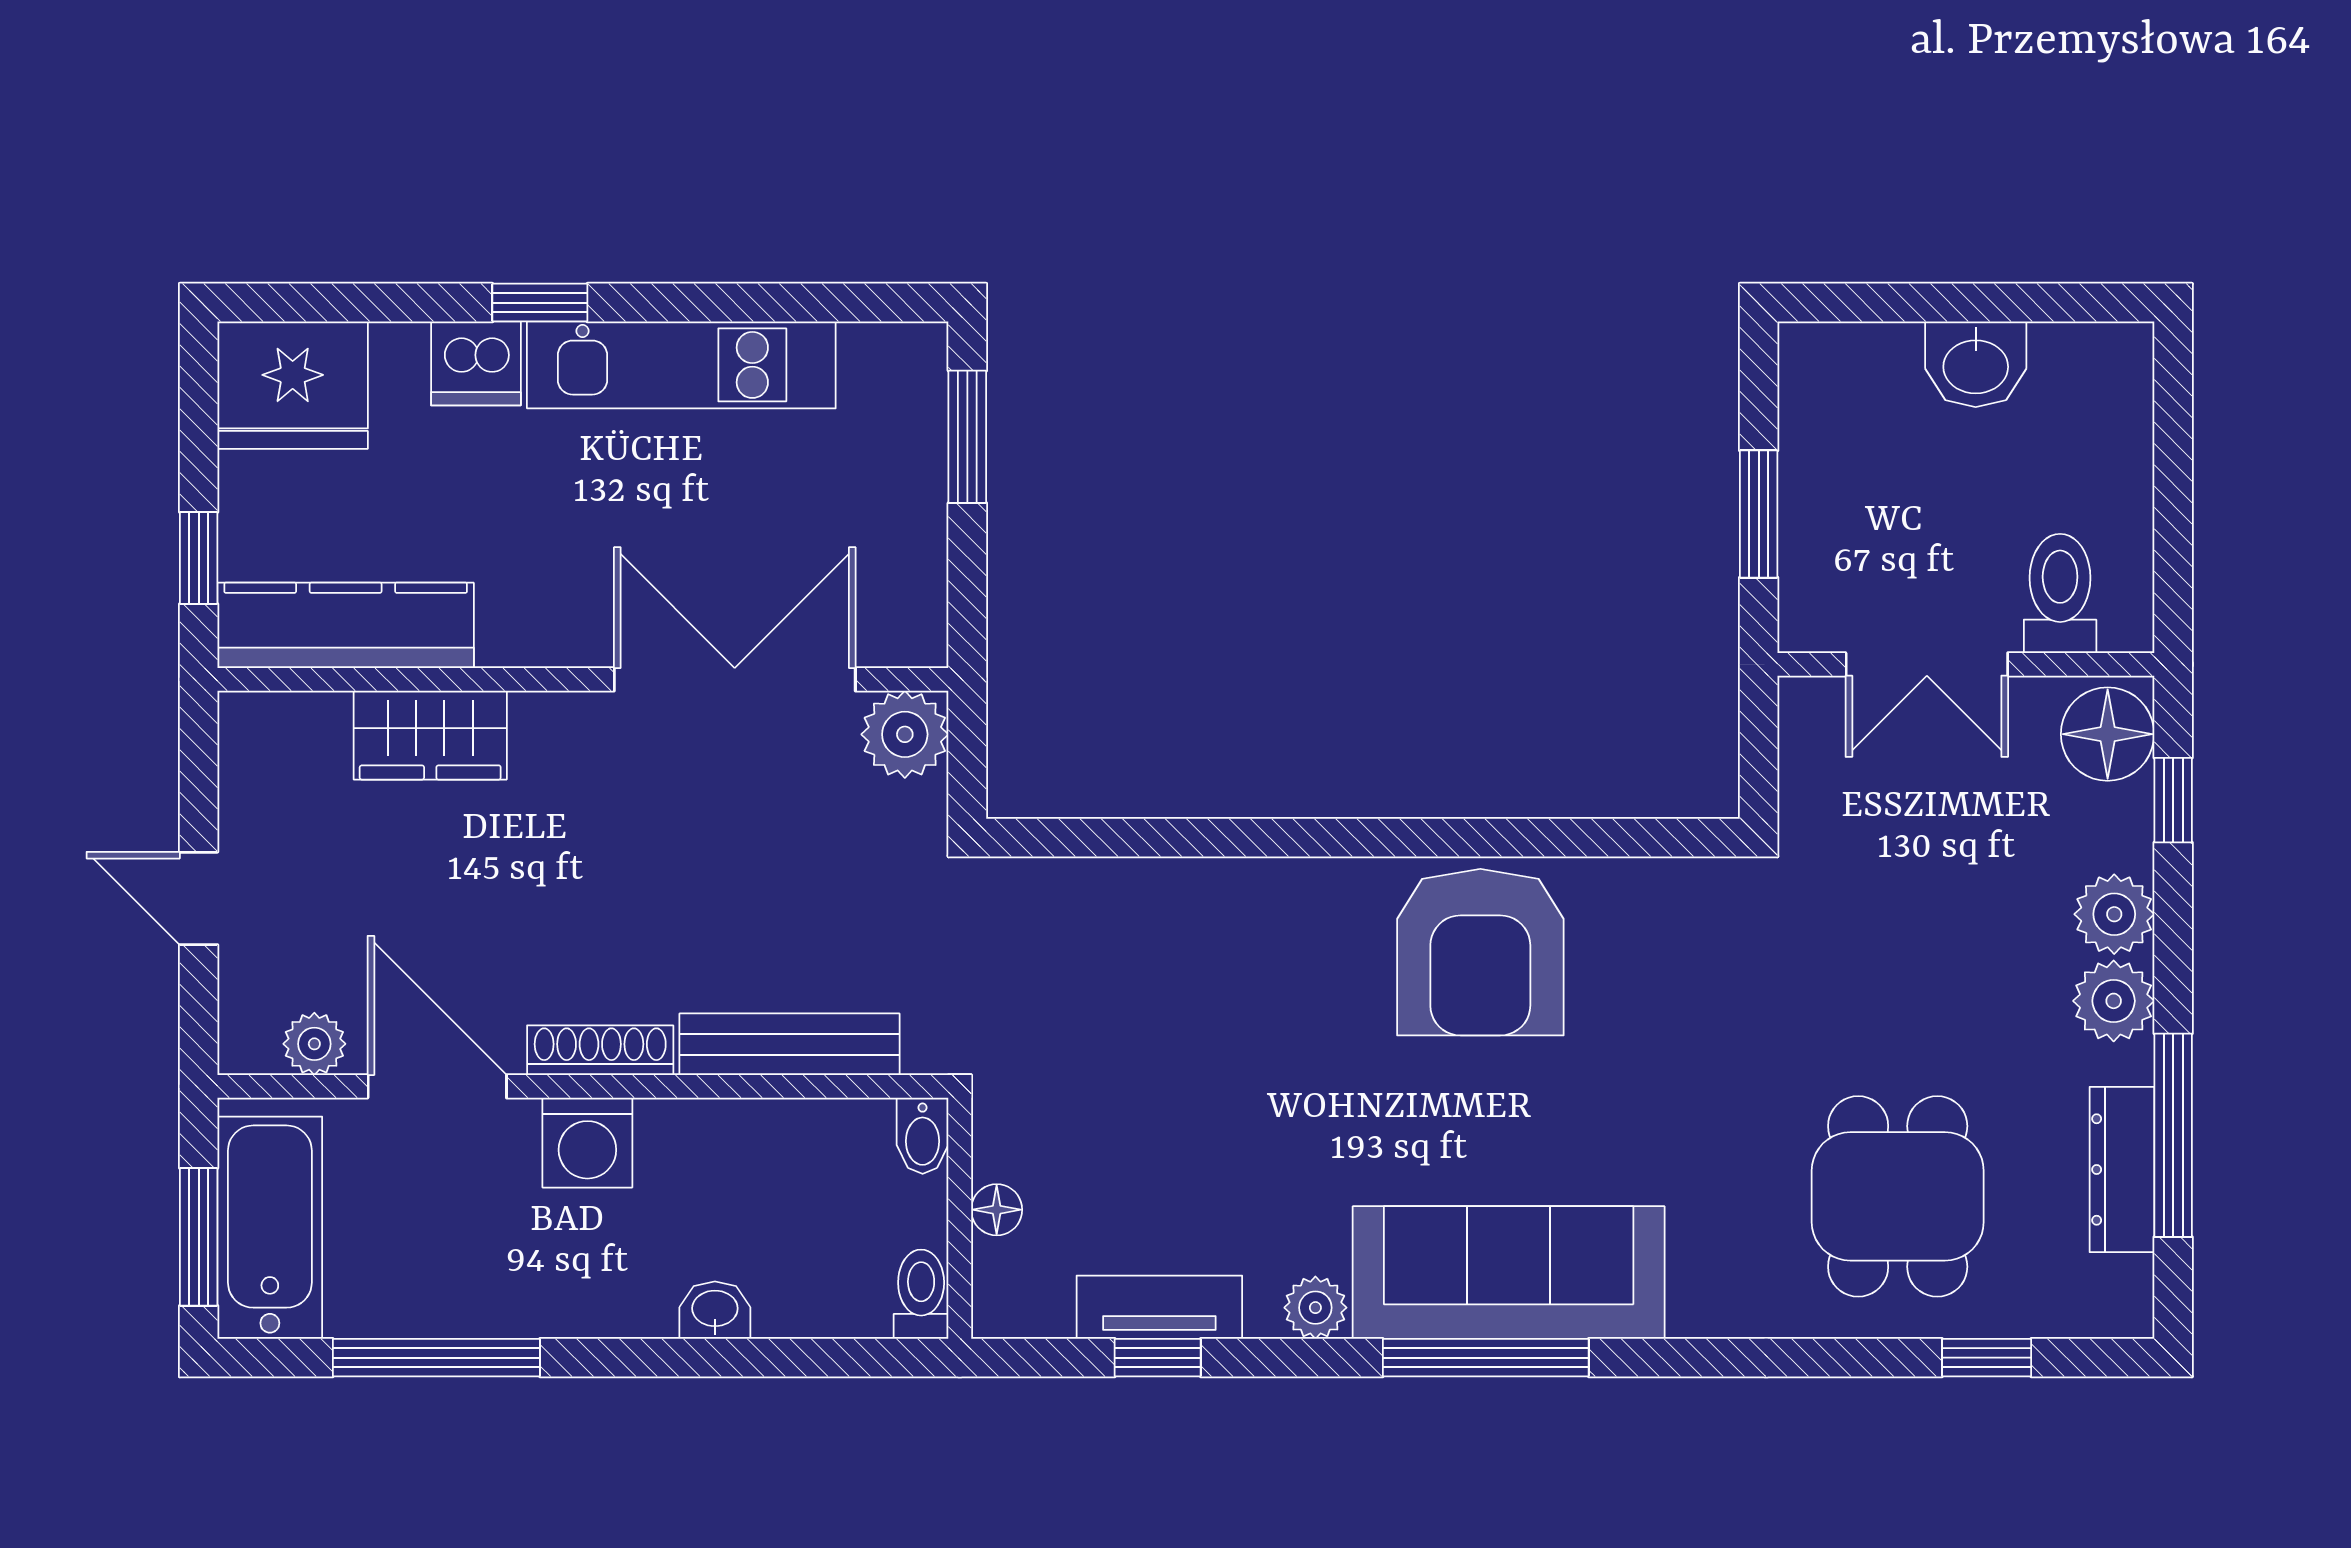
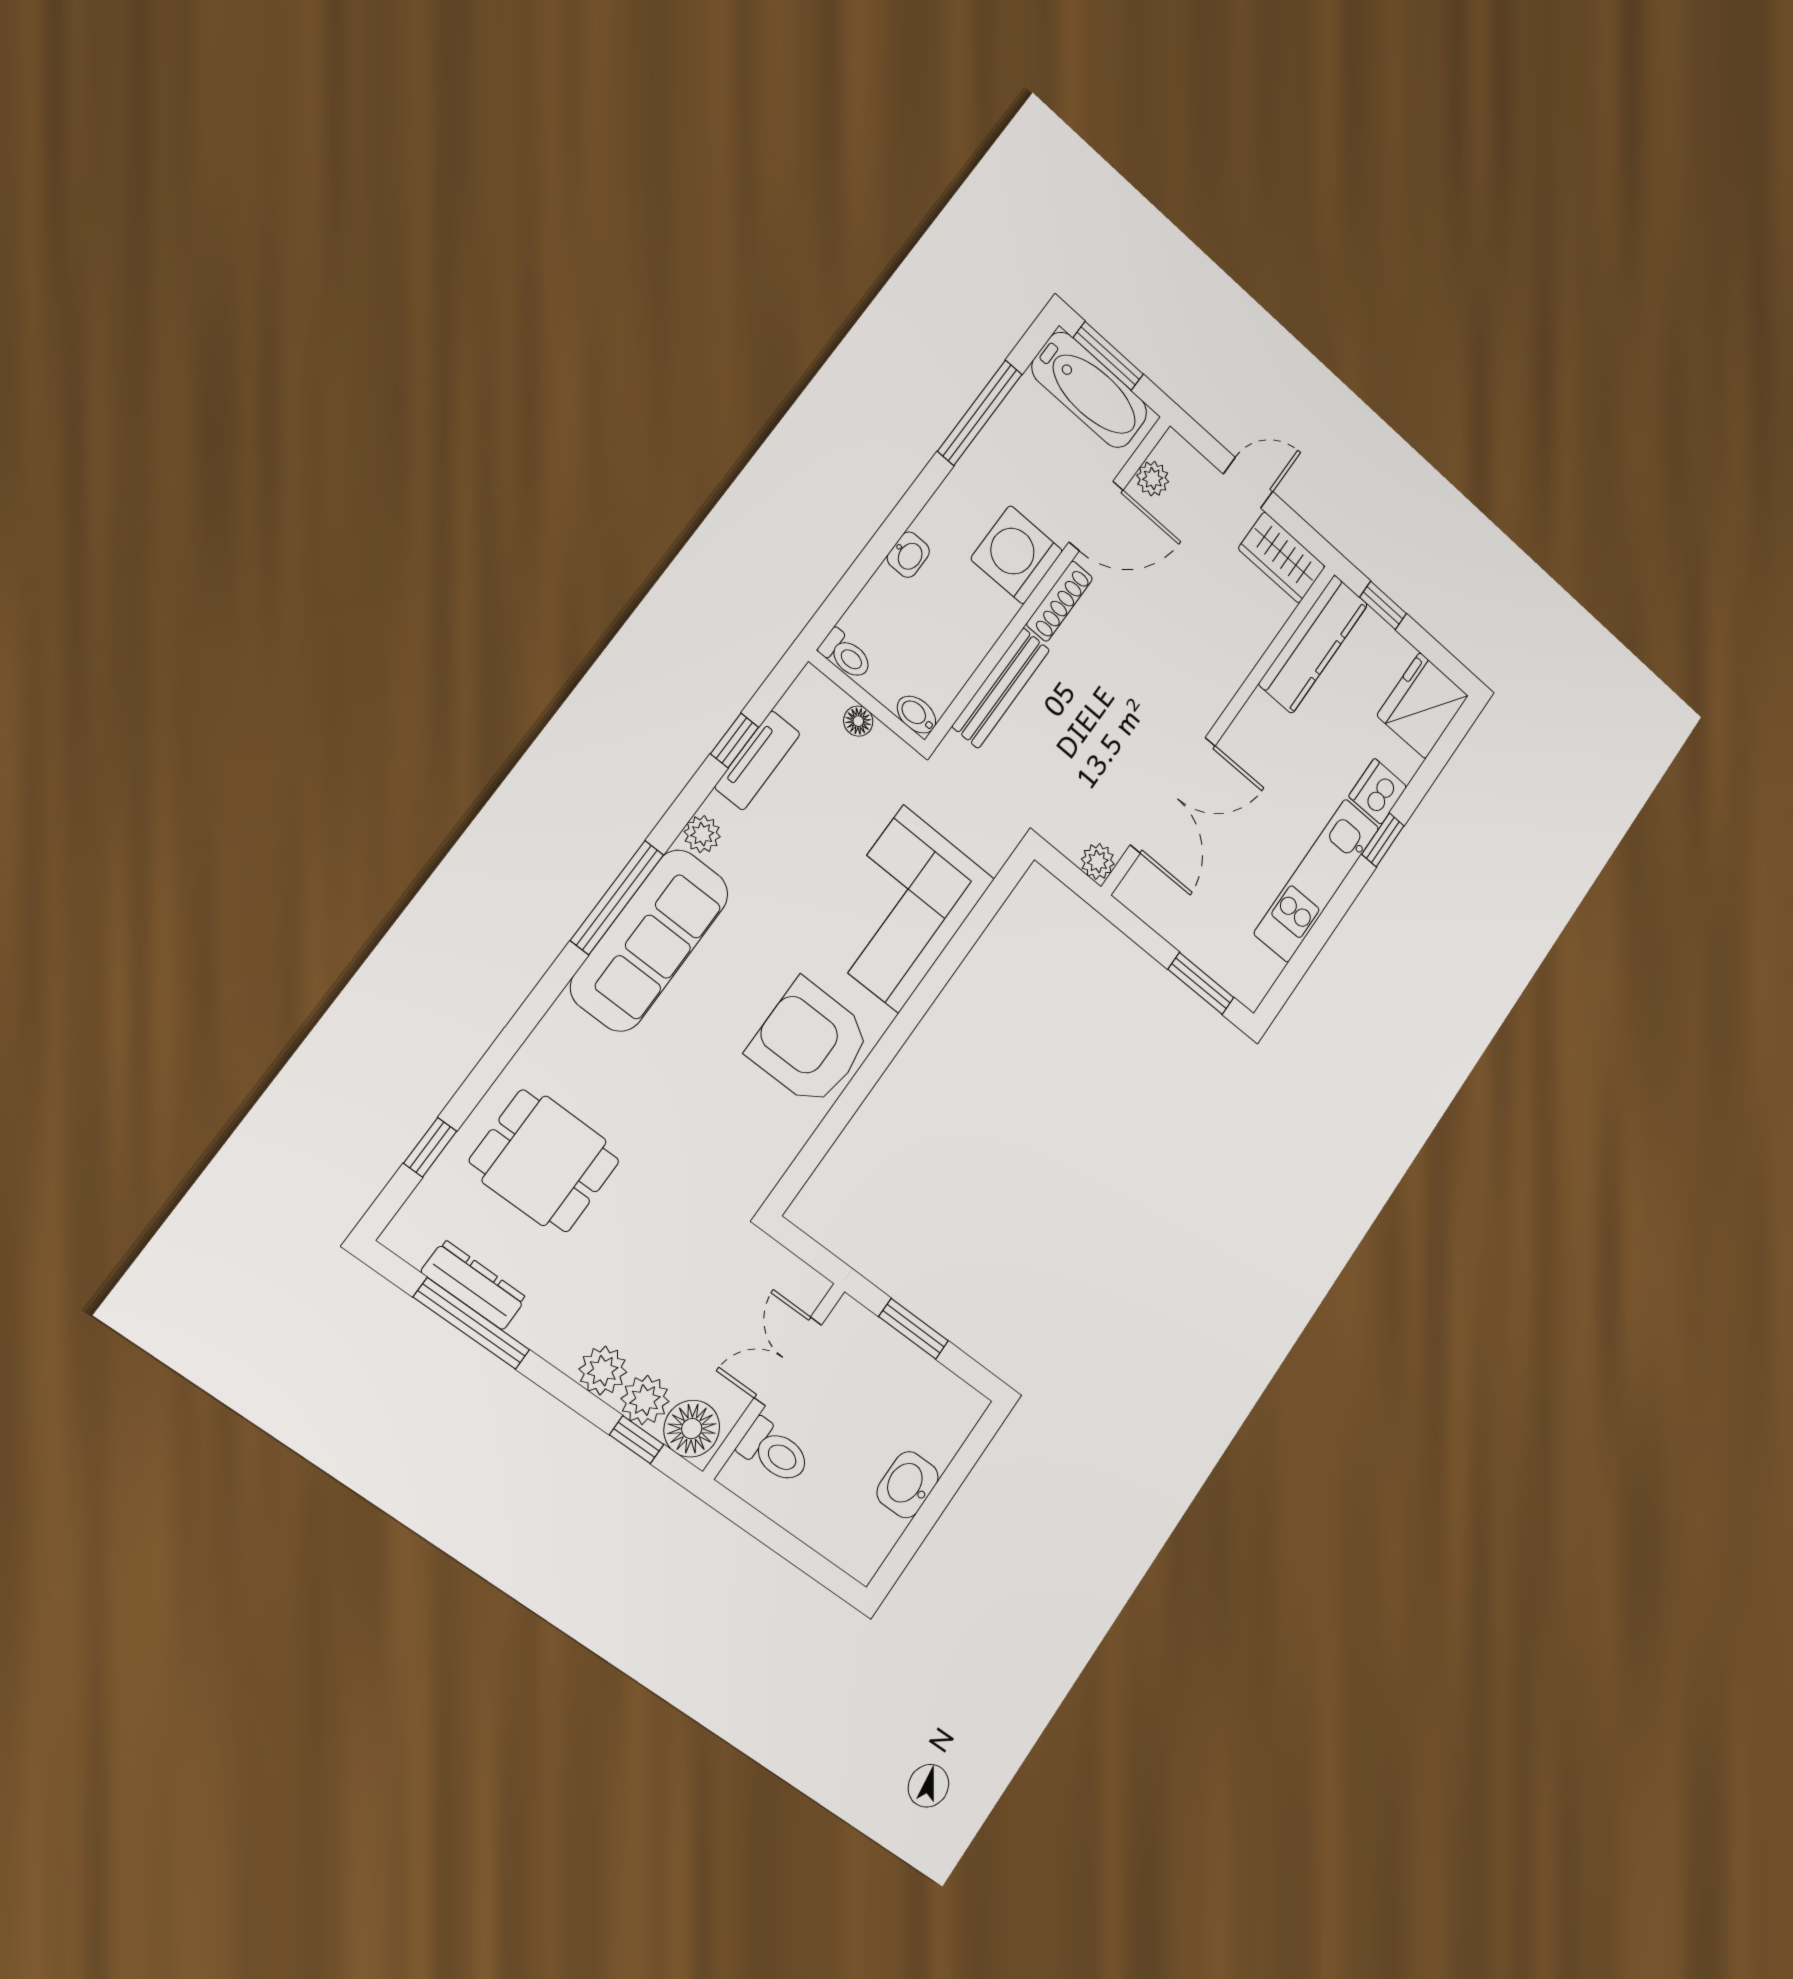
plant: (905, 734) -> (1098, 862), width x0.73, depth x0.73
wardrobe: (430, 735) -> (1282, 558), moved, turned -90
corner sofa: (1203, 959) -> (901, 909), added
plant: (2114, 1001) -> (645, 1400), moved
washing machine: (587, 1143) -> (1017, 555), width x1.37, depth x1.37

